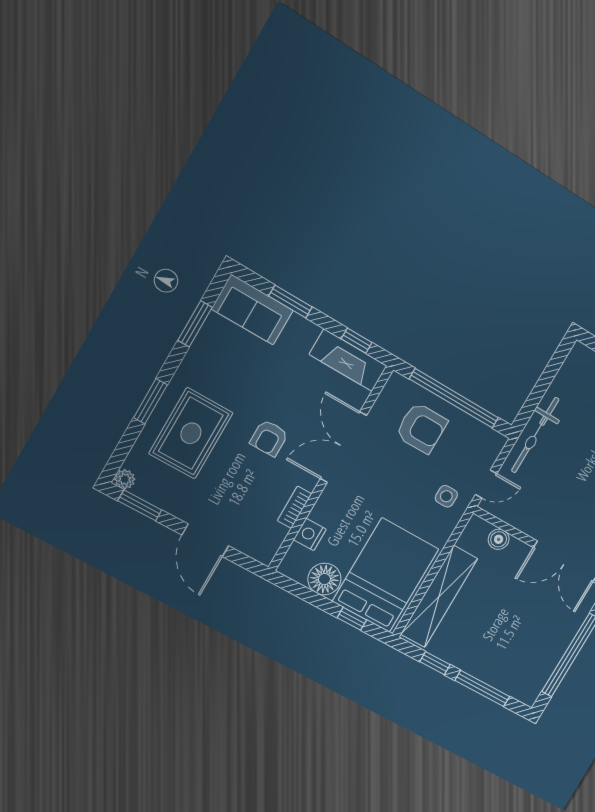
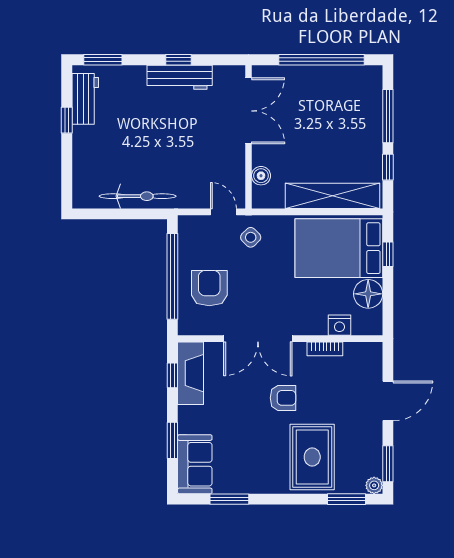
window: (150, 401) -> (347, 499), moved
rug: (191, 433) -> (312, 457), turned 90
bicycle: (535, 435) -> (138, 196), moved
side table: (446, 496) -> (251, 237), turned 45

